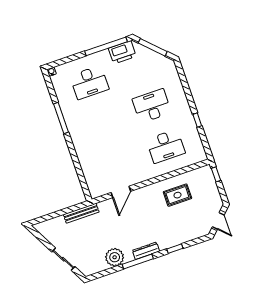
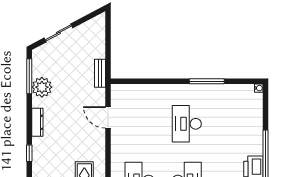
desk: (89, 82) -> (187, 124), moved
bench: (81, 213) -> (100, 73), width x0.73
window: (138, 261) -> (29, 76), moved

